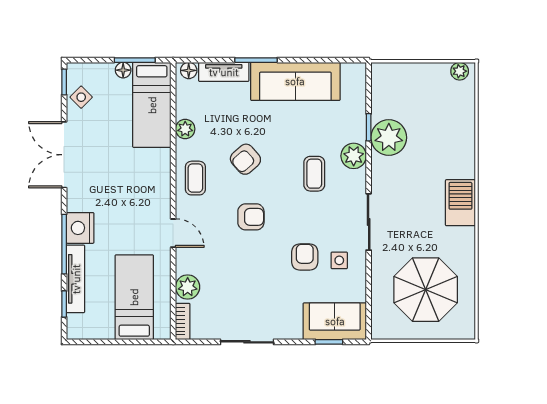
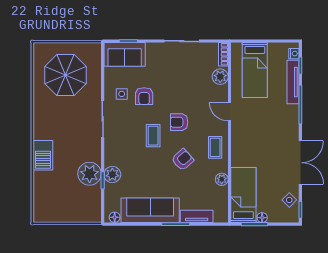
floor lamp: (189, 70) -> (115, 217), moved
plant: (460, 71) -> (44, 217), removed
plant: (354, 156) -> (112, 175), moved
coffee table: (314, 174) -> (153, 136), moved
barbecue: (460, 203) -> (43, 155), moved
nightstand: (80, 228) -> (294, 54), moved, width x0.53, depth x0.56

